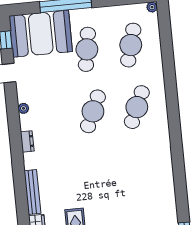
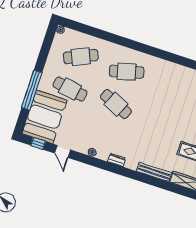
cafe table: (131, 45) -> (81, 57), turned -39
cafe table: (137, 107) -> (127, 72), turned -39

